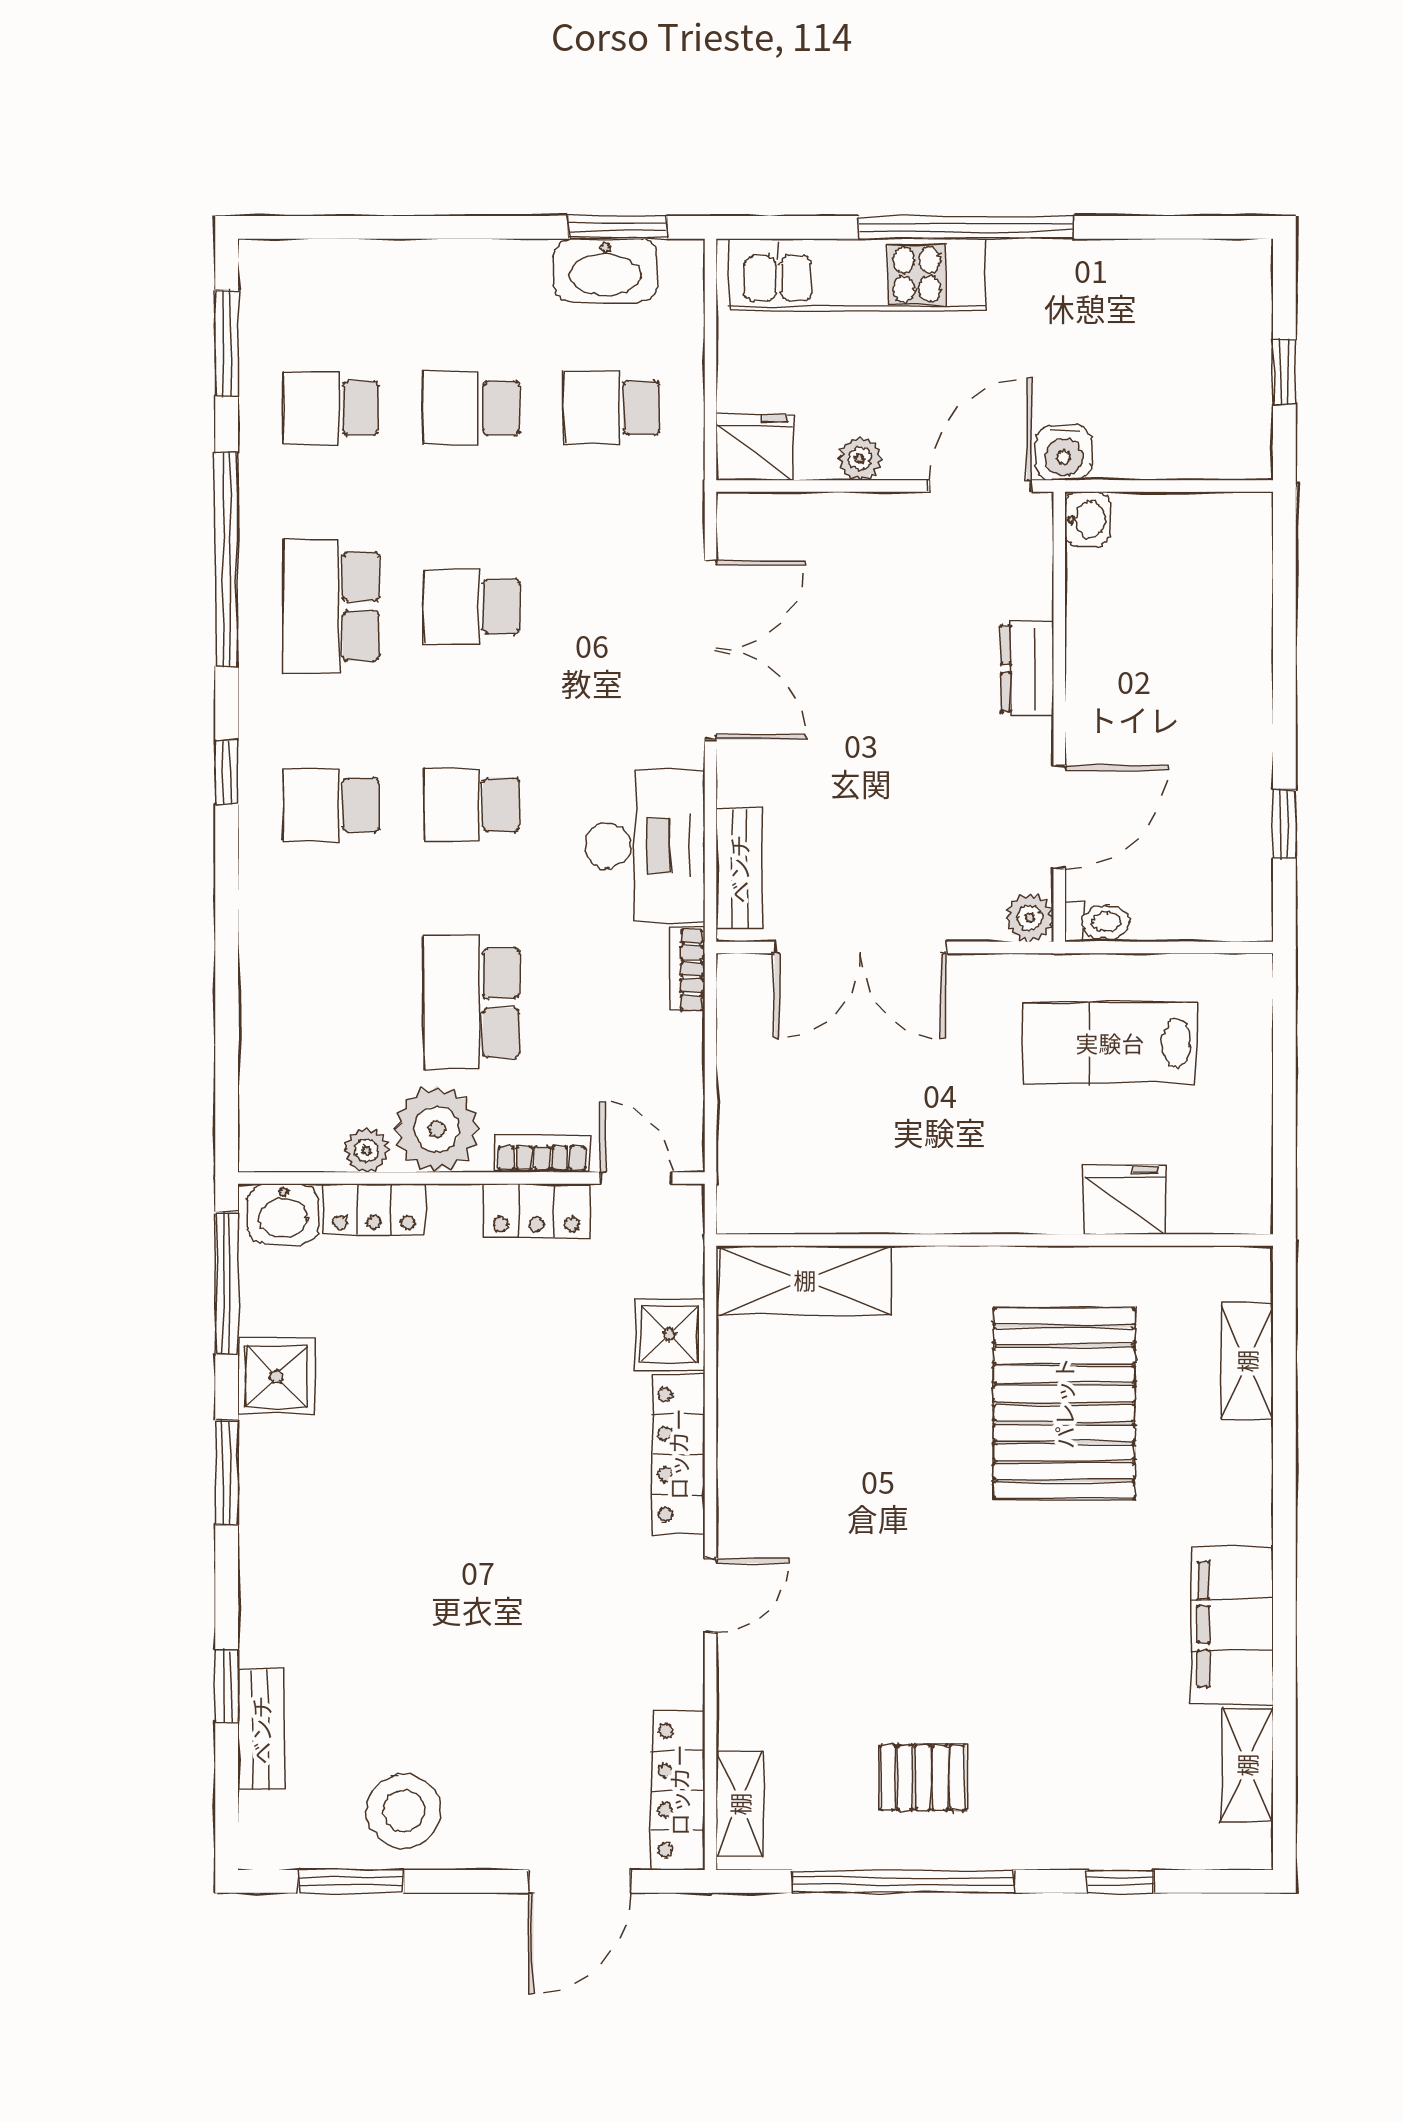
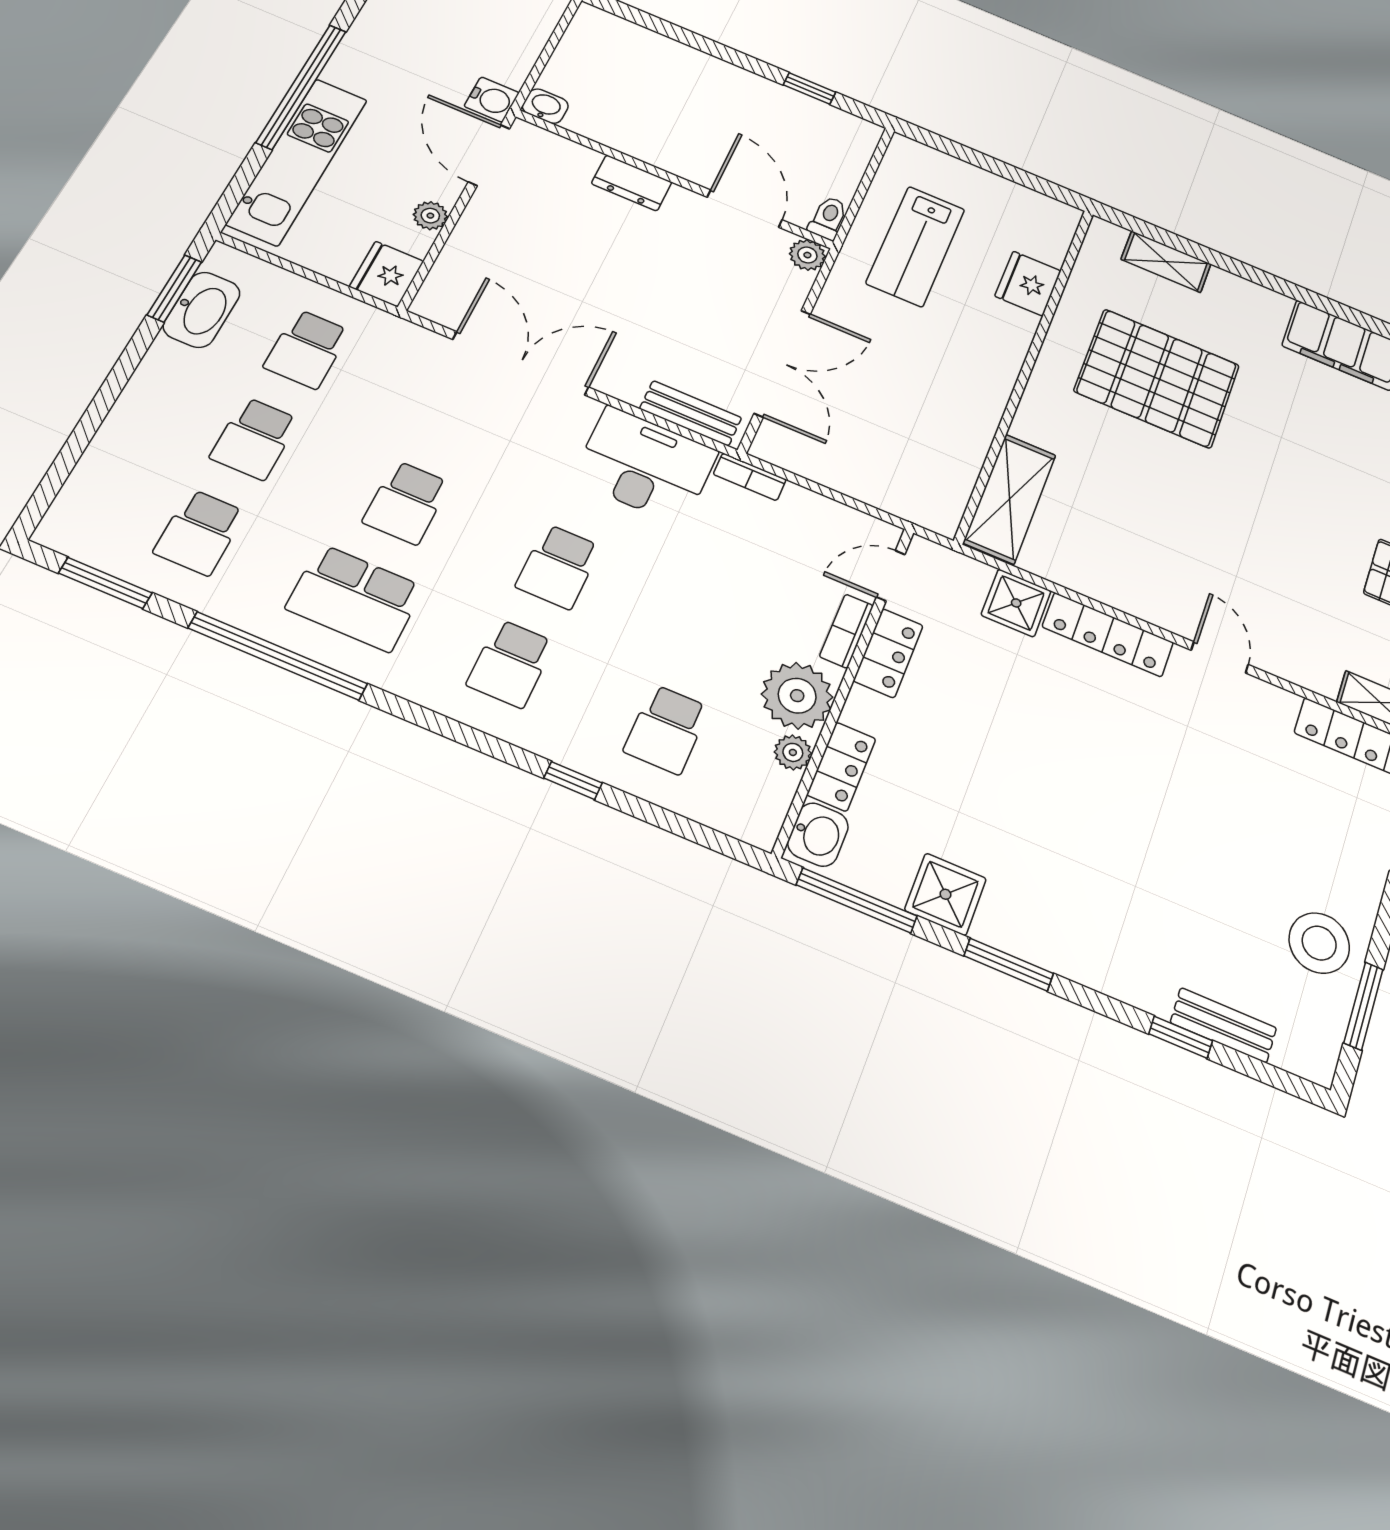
window: (227, 773) -> (573, 781), moved
school desk: (471, 1003) -> (666, 729), moved, width x0.54

